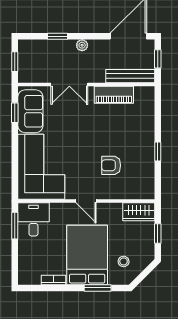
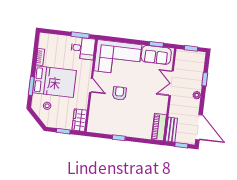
bench: (130, 76) -> (171, 130), width x0.73
piano: (114, 95) -> (159, 127), moved
armchair: (111, 165) -> (119, 93), moved
door: (86, 201) -> (91, 85), swing flipped

